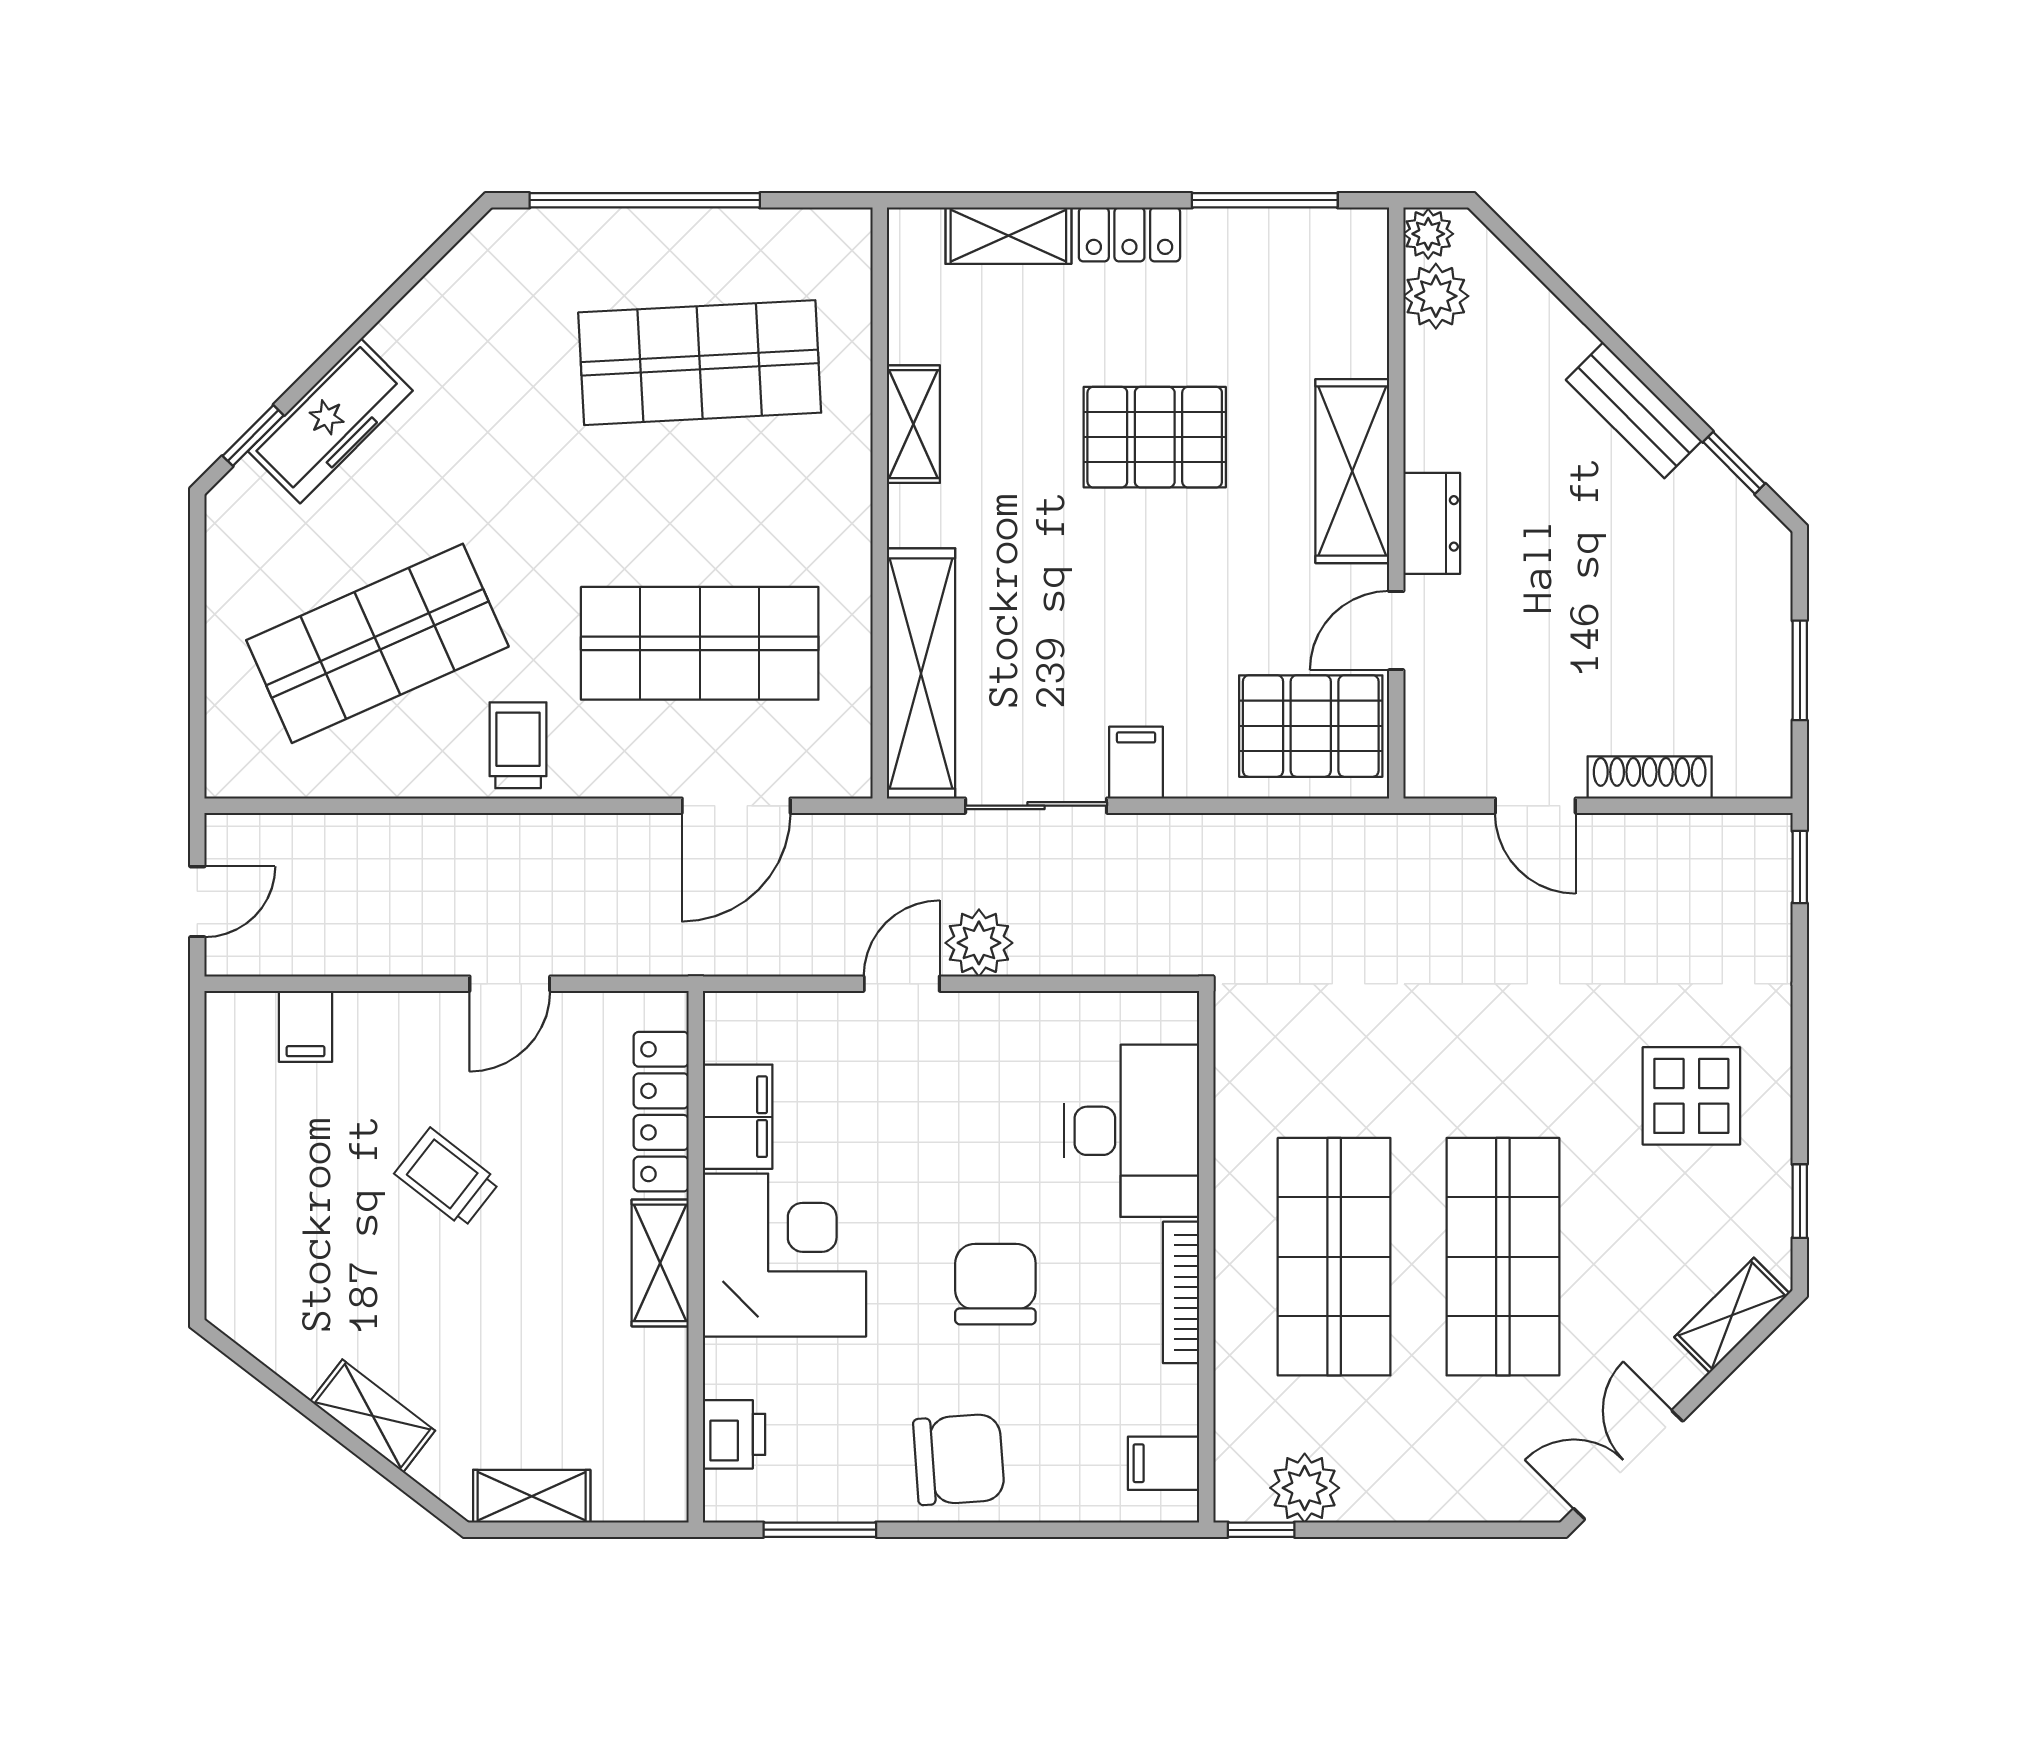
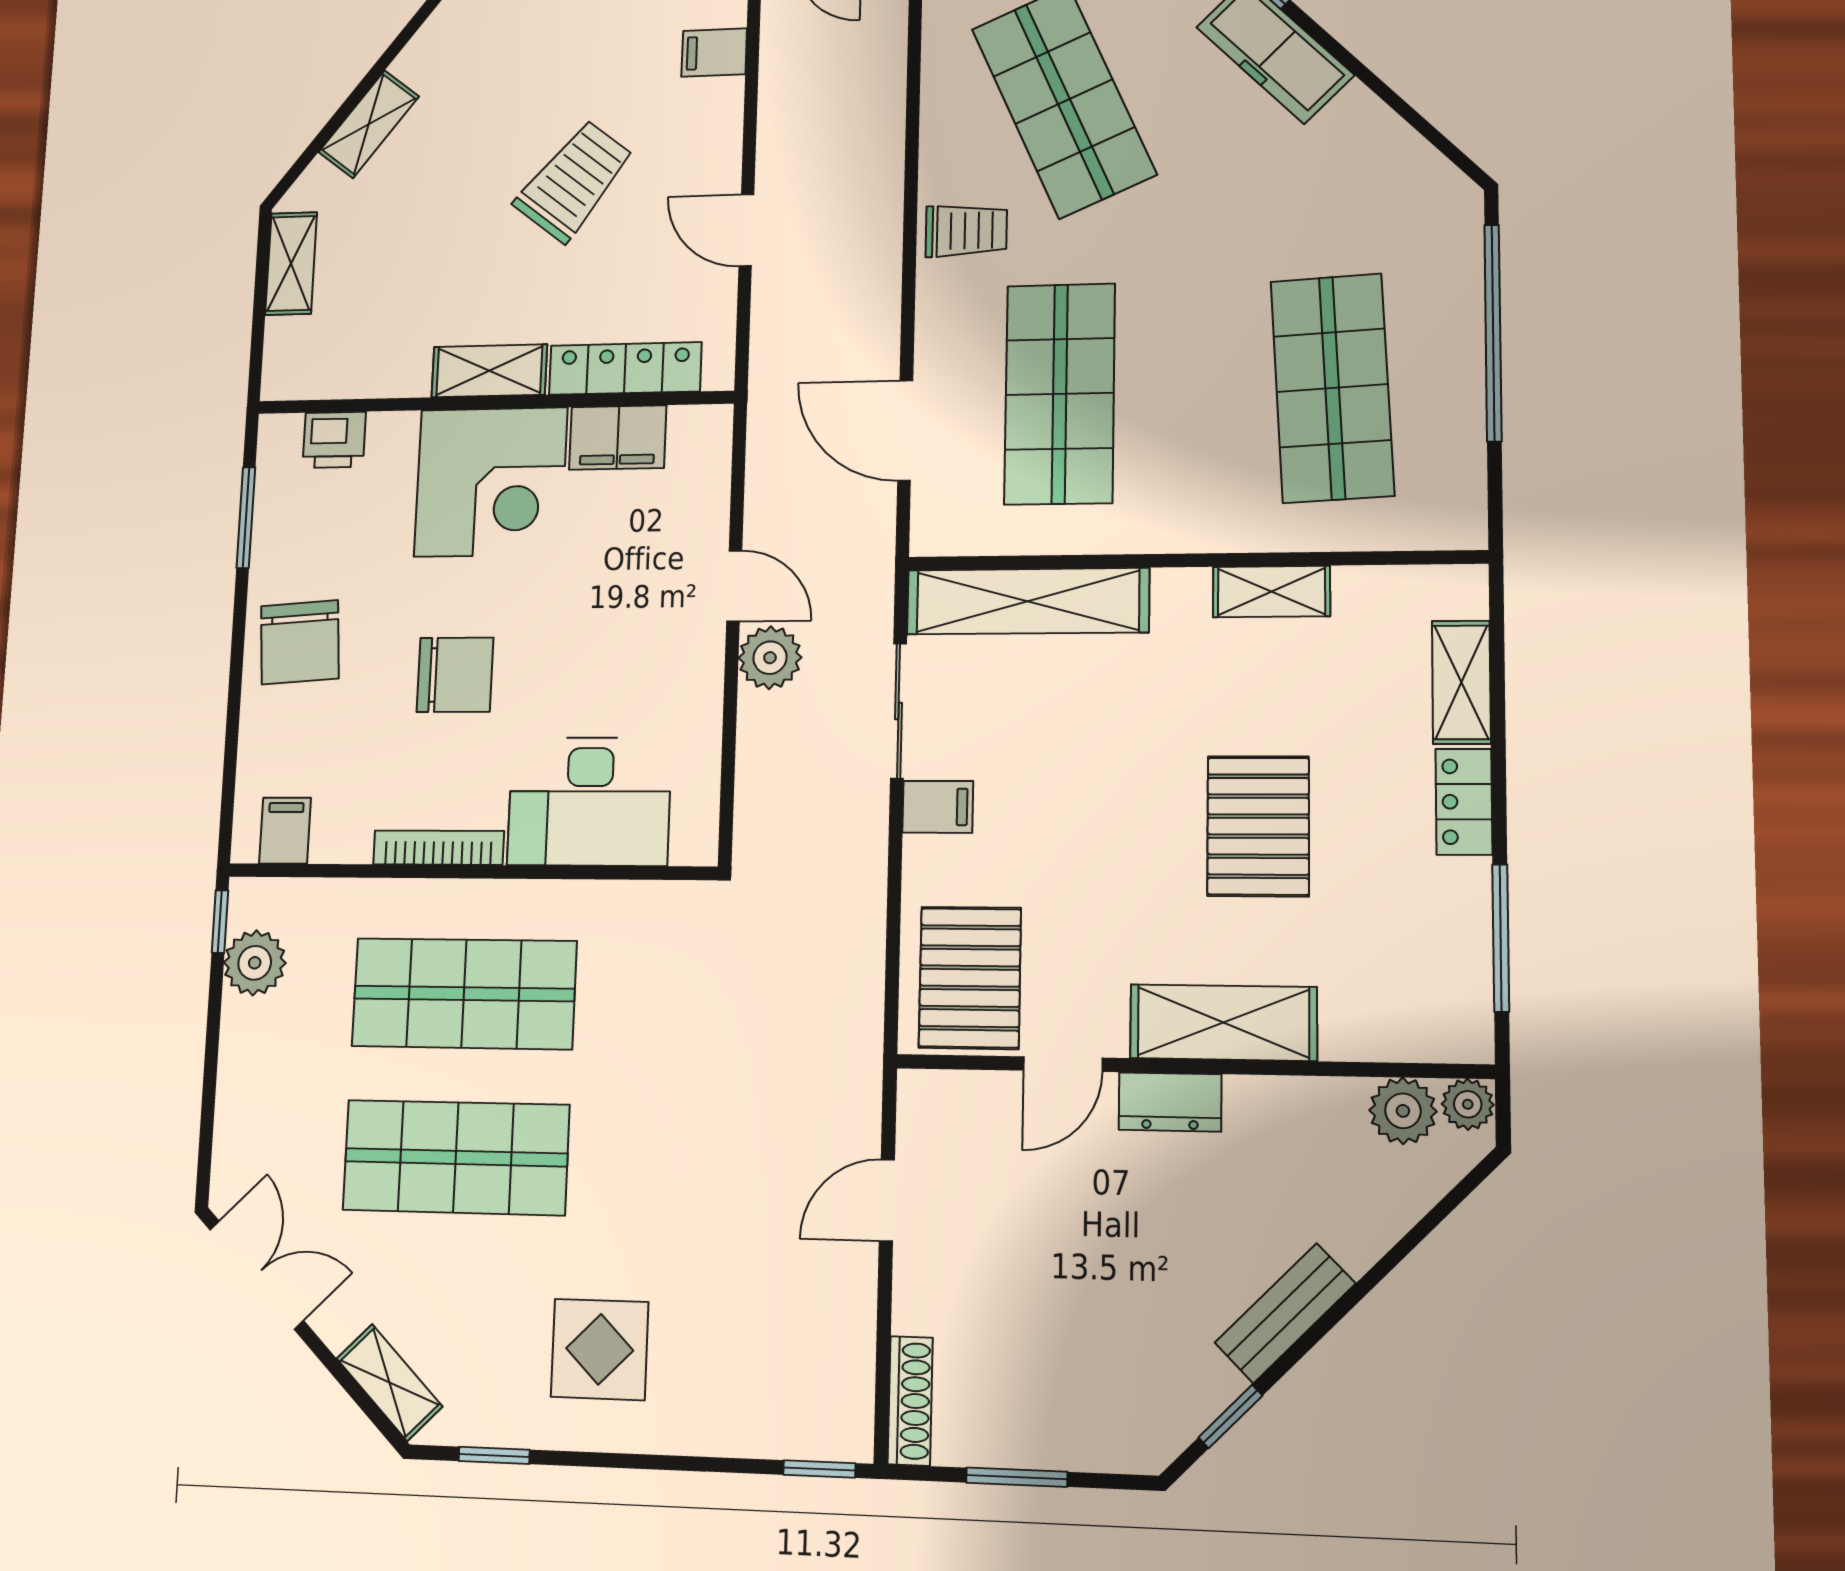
door: (1396, 631) -> (1063, 1064), swing flipped
shoe rack: (1650, 777) -> (910, 1401), moved
trolley: (447, 1178) -> (574, 181), width x1.36, depth x1.39

